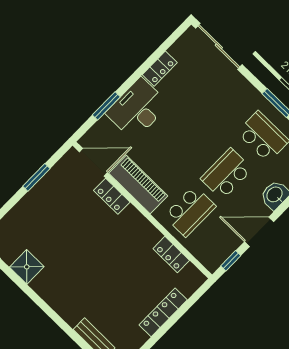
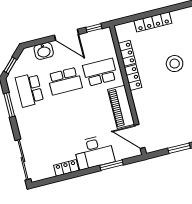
locker: (112, 196) -> (133, 78), moved
stool: (105, 278) -> (175, 64), added

